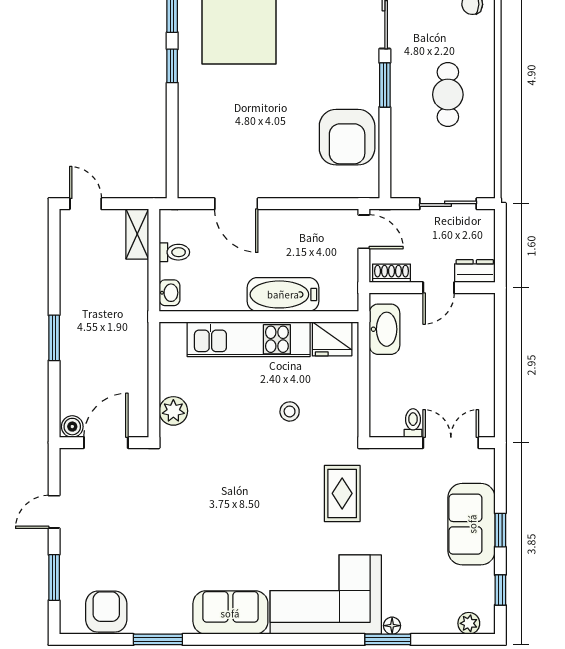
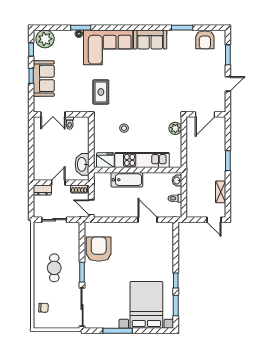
shelving: (137, 234) -> (221, 192), moved
boiler: (72, 427) -> (220, 121), removed
plant: (469, 623) -> (45, 39), width x1.87, depth x1.87

